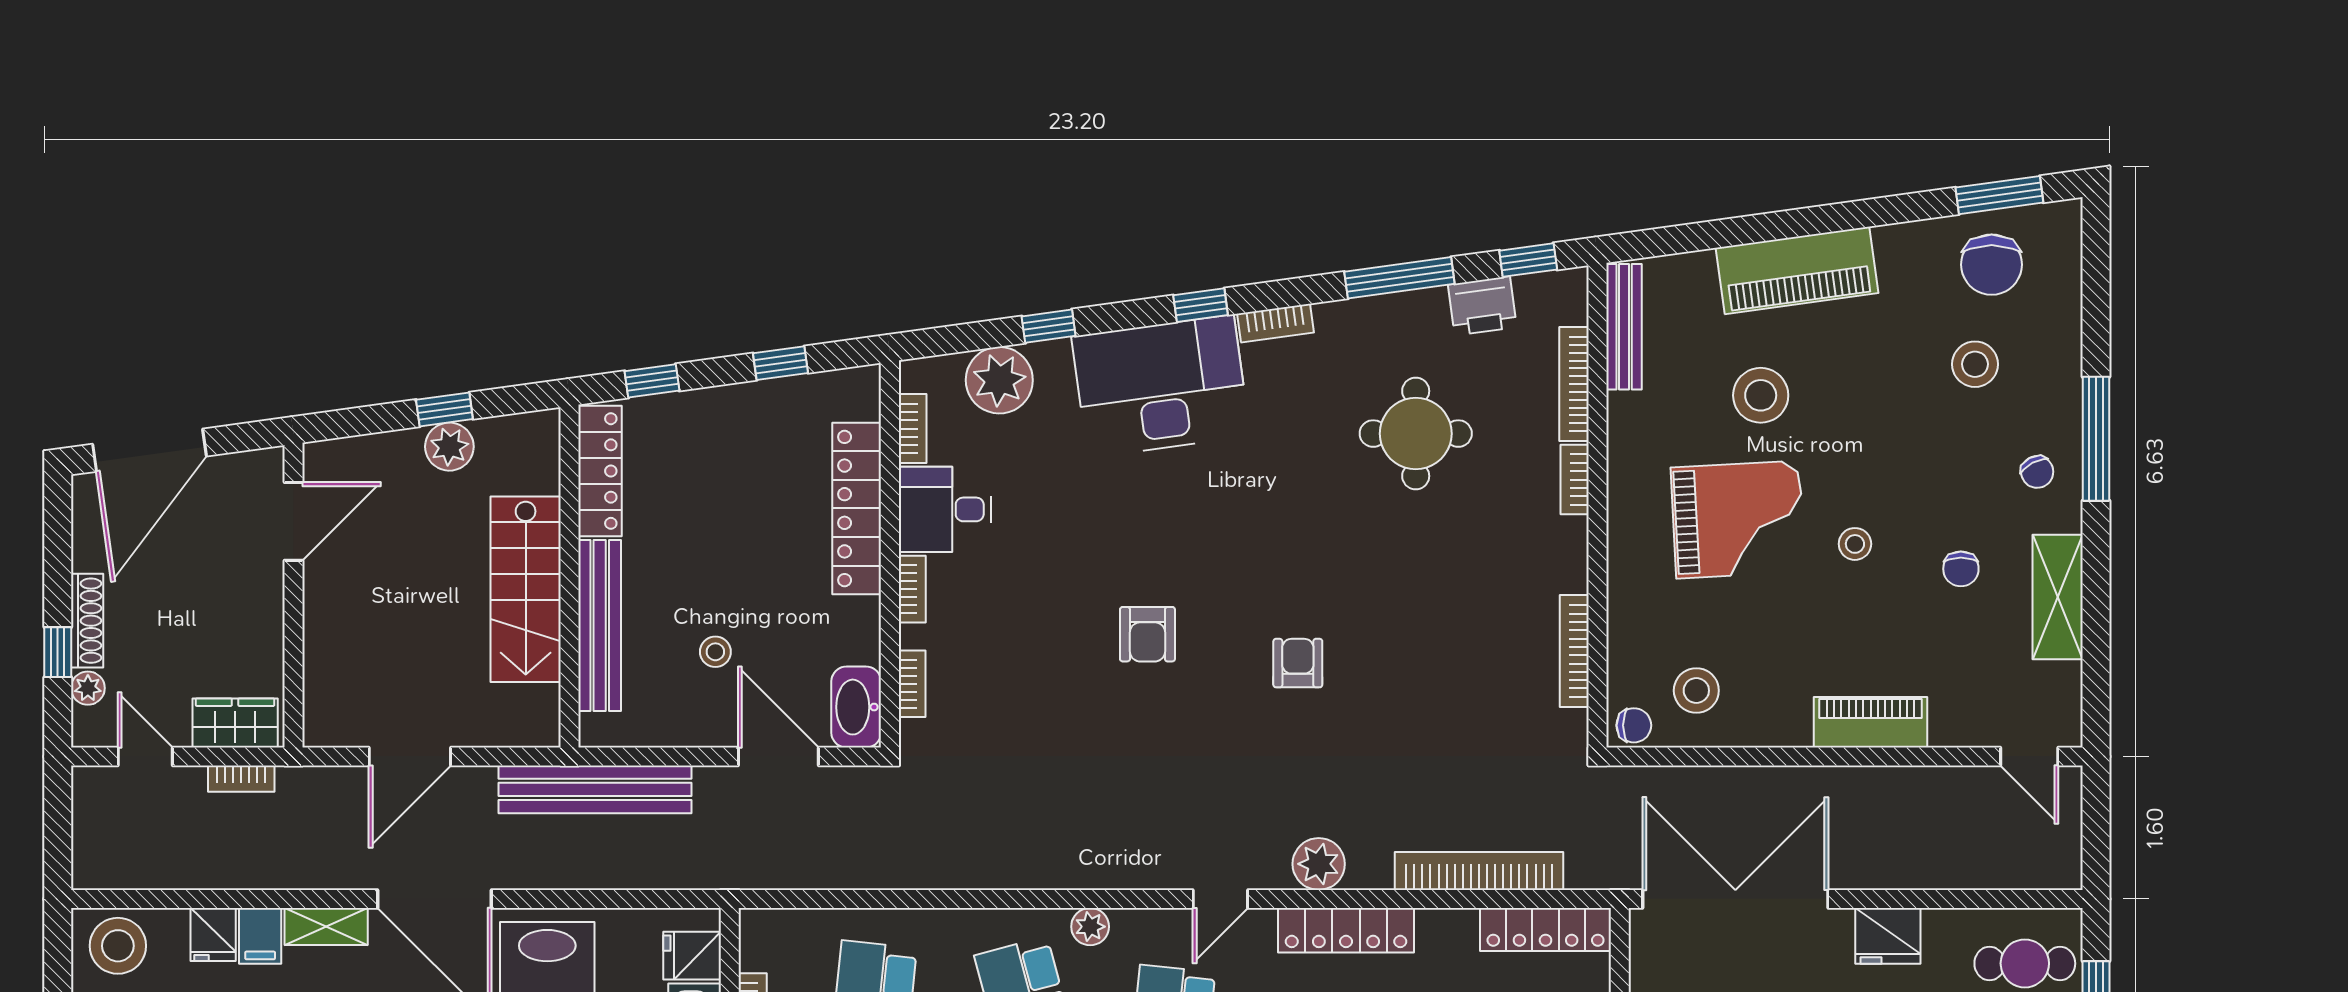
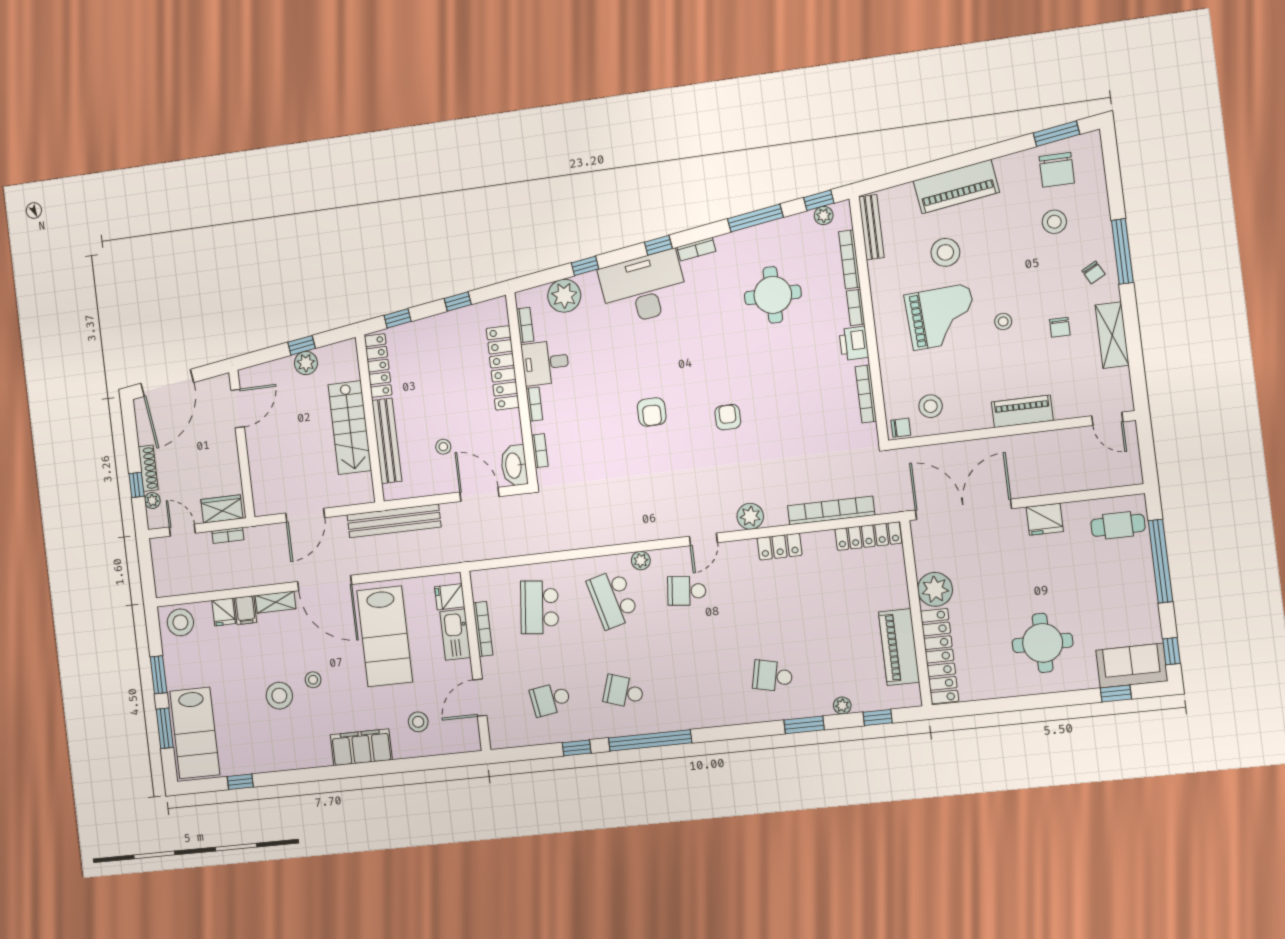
plant: (1534, 291) -> (824, 215), added
printer: (1482, 306) -> (854, 343), moved, turned 98
locker: (1346, 930) -> (780, 547), width x0.66

